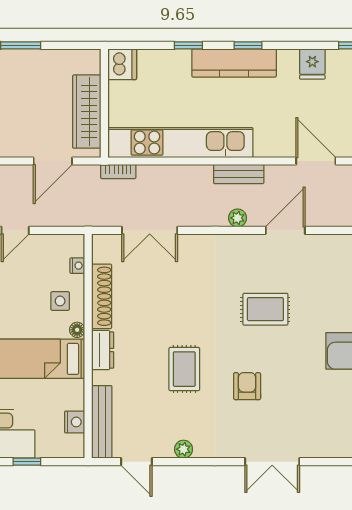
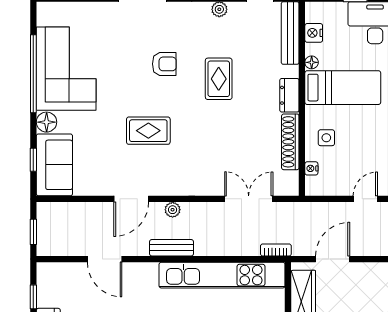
floor lamp: (77, 330) -> (312, 62), moved
armchair: (247, 386) -> (164, 64), turned -90

